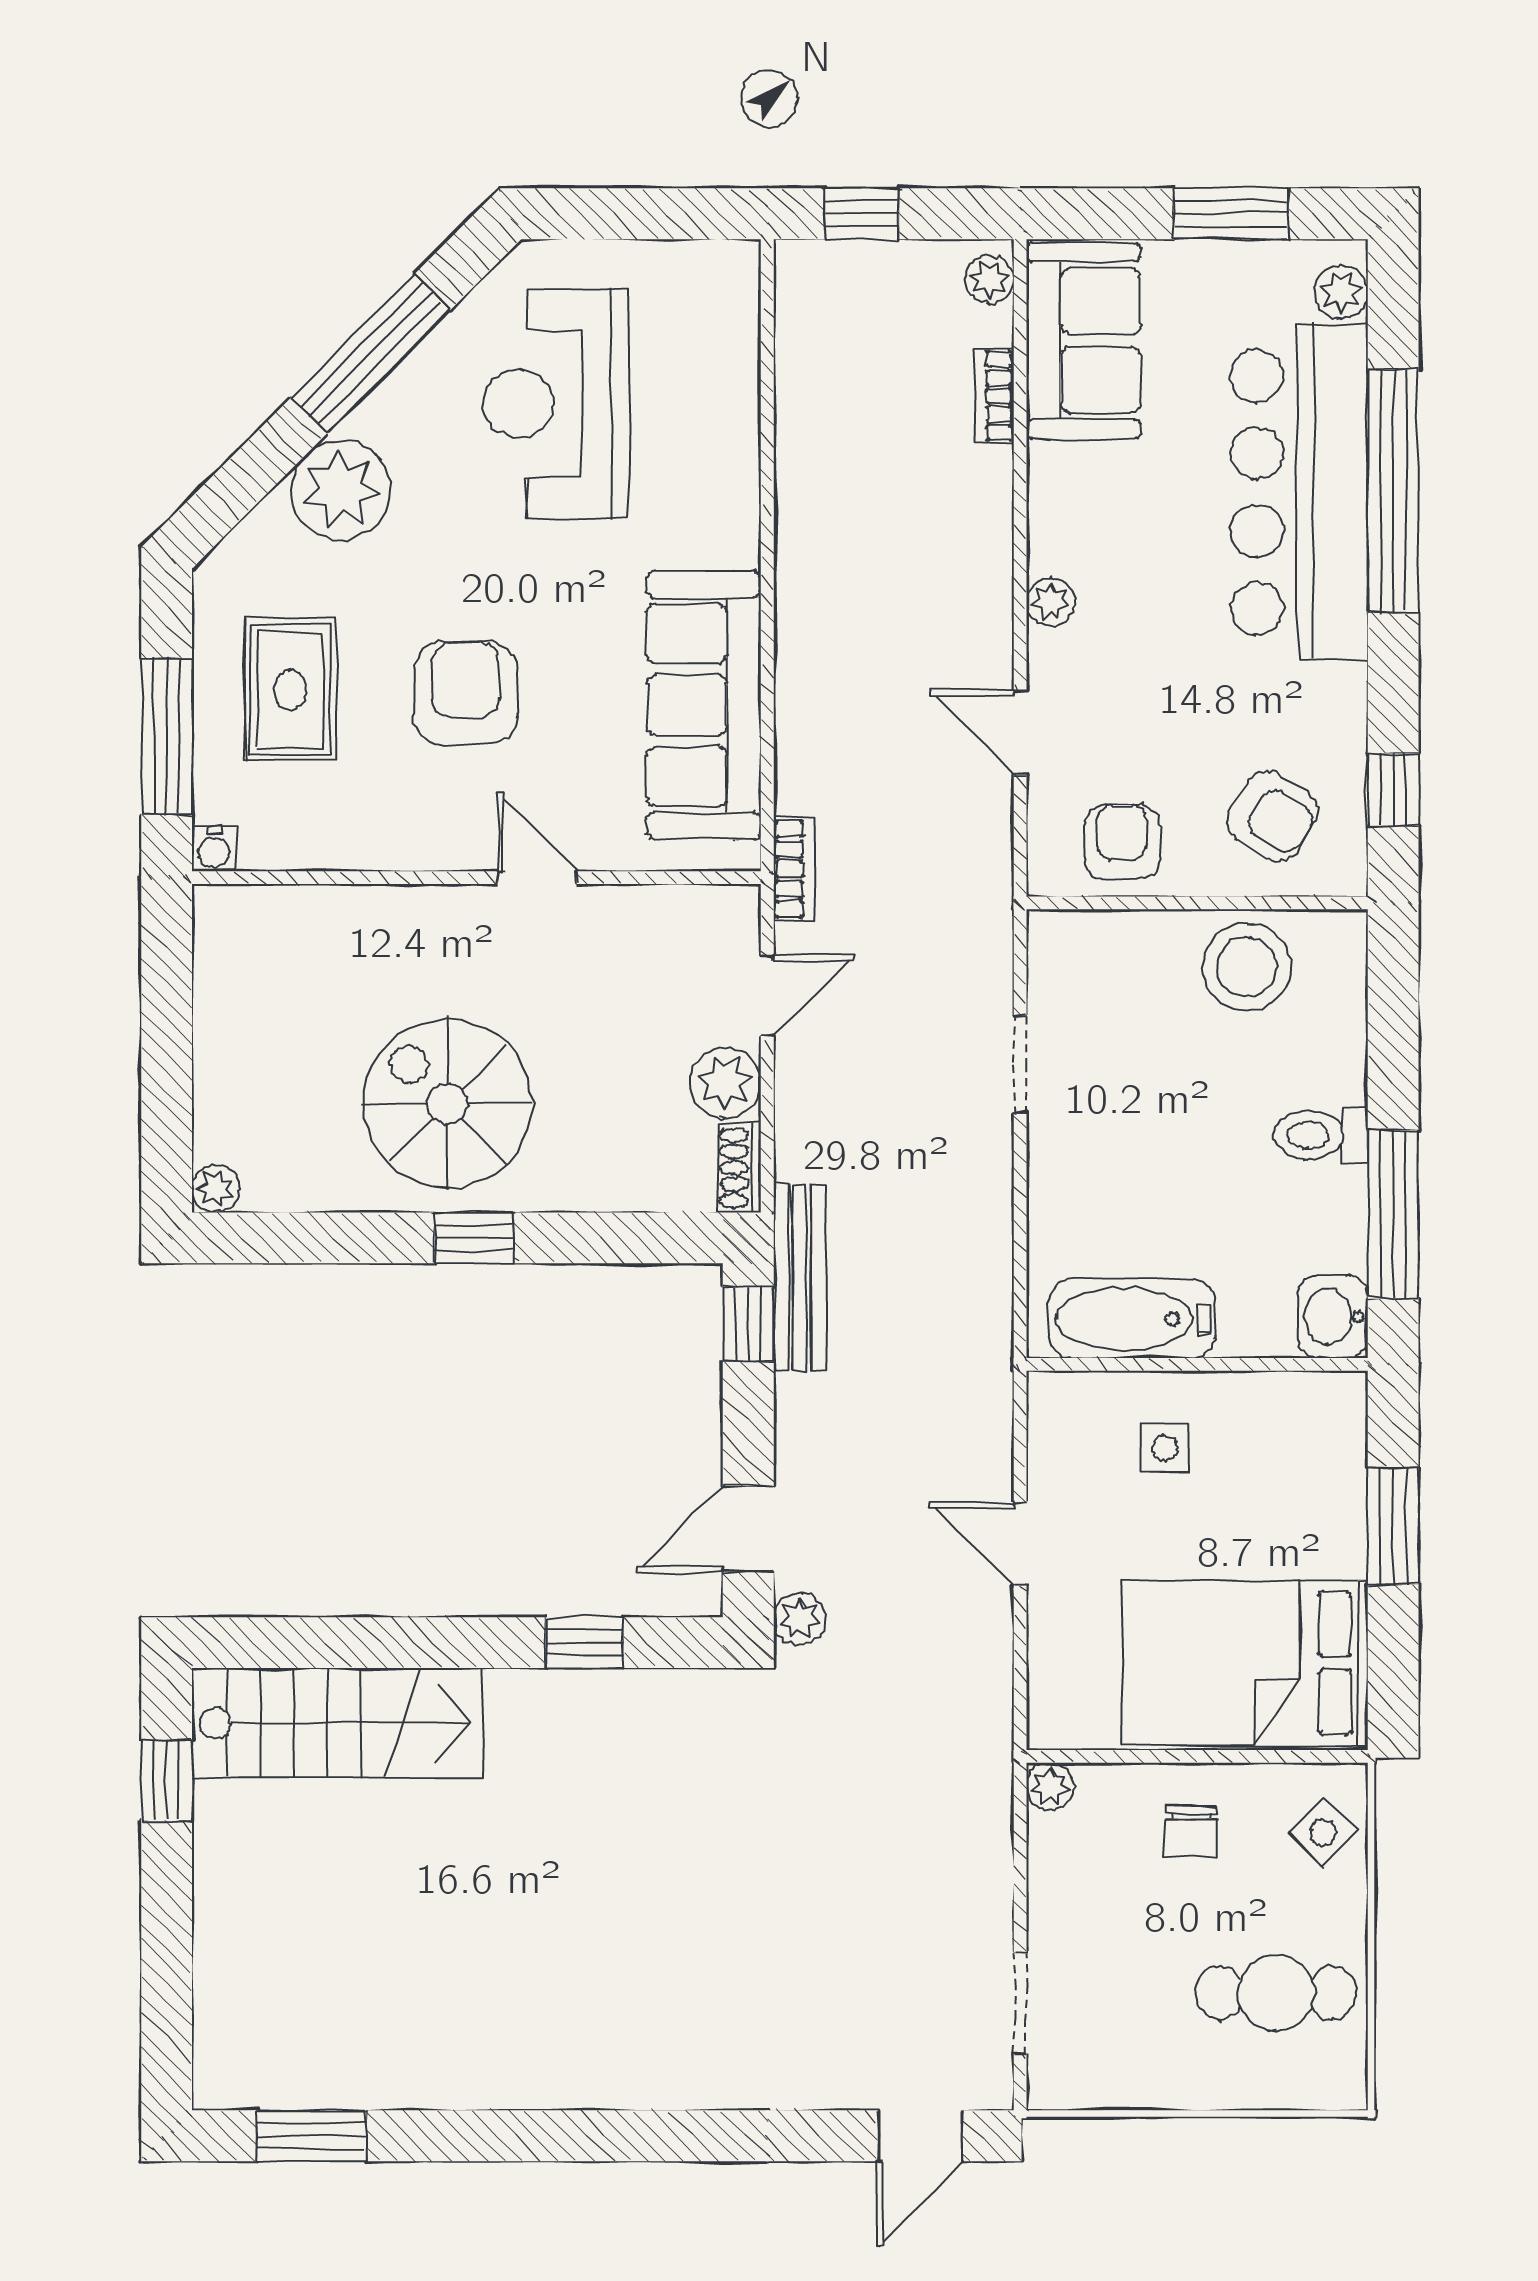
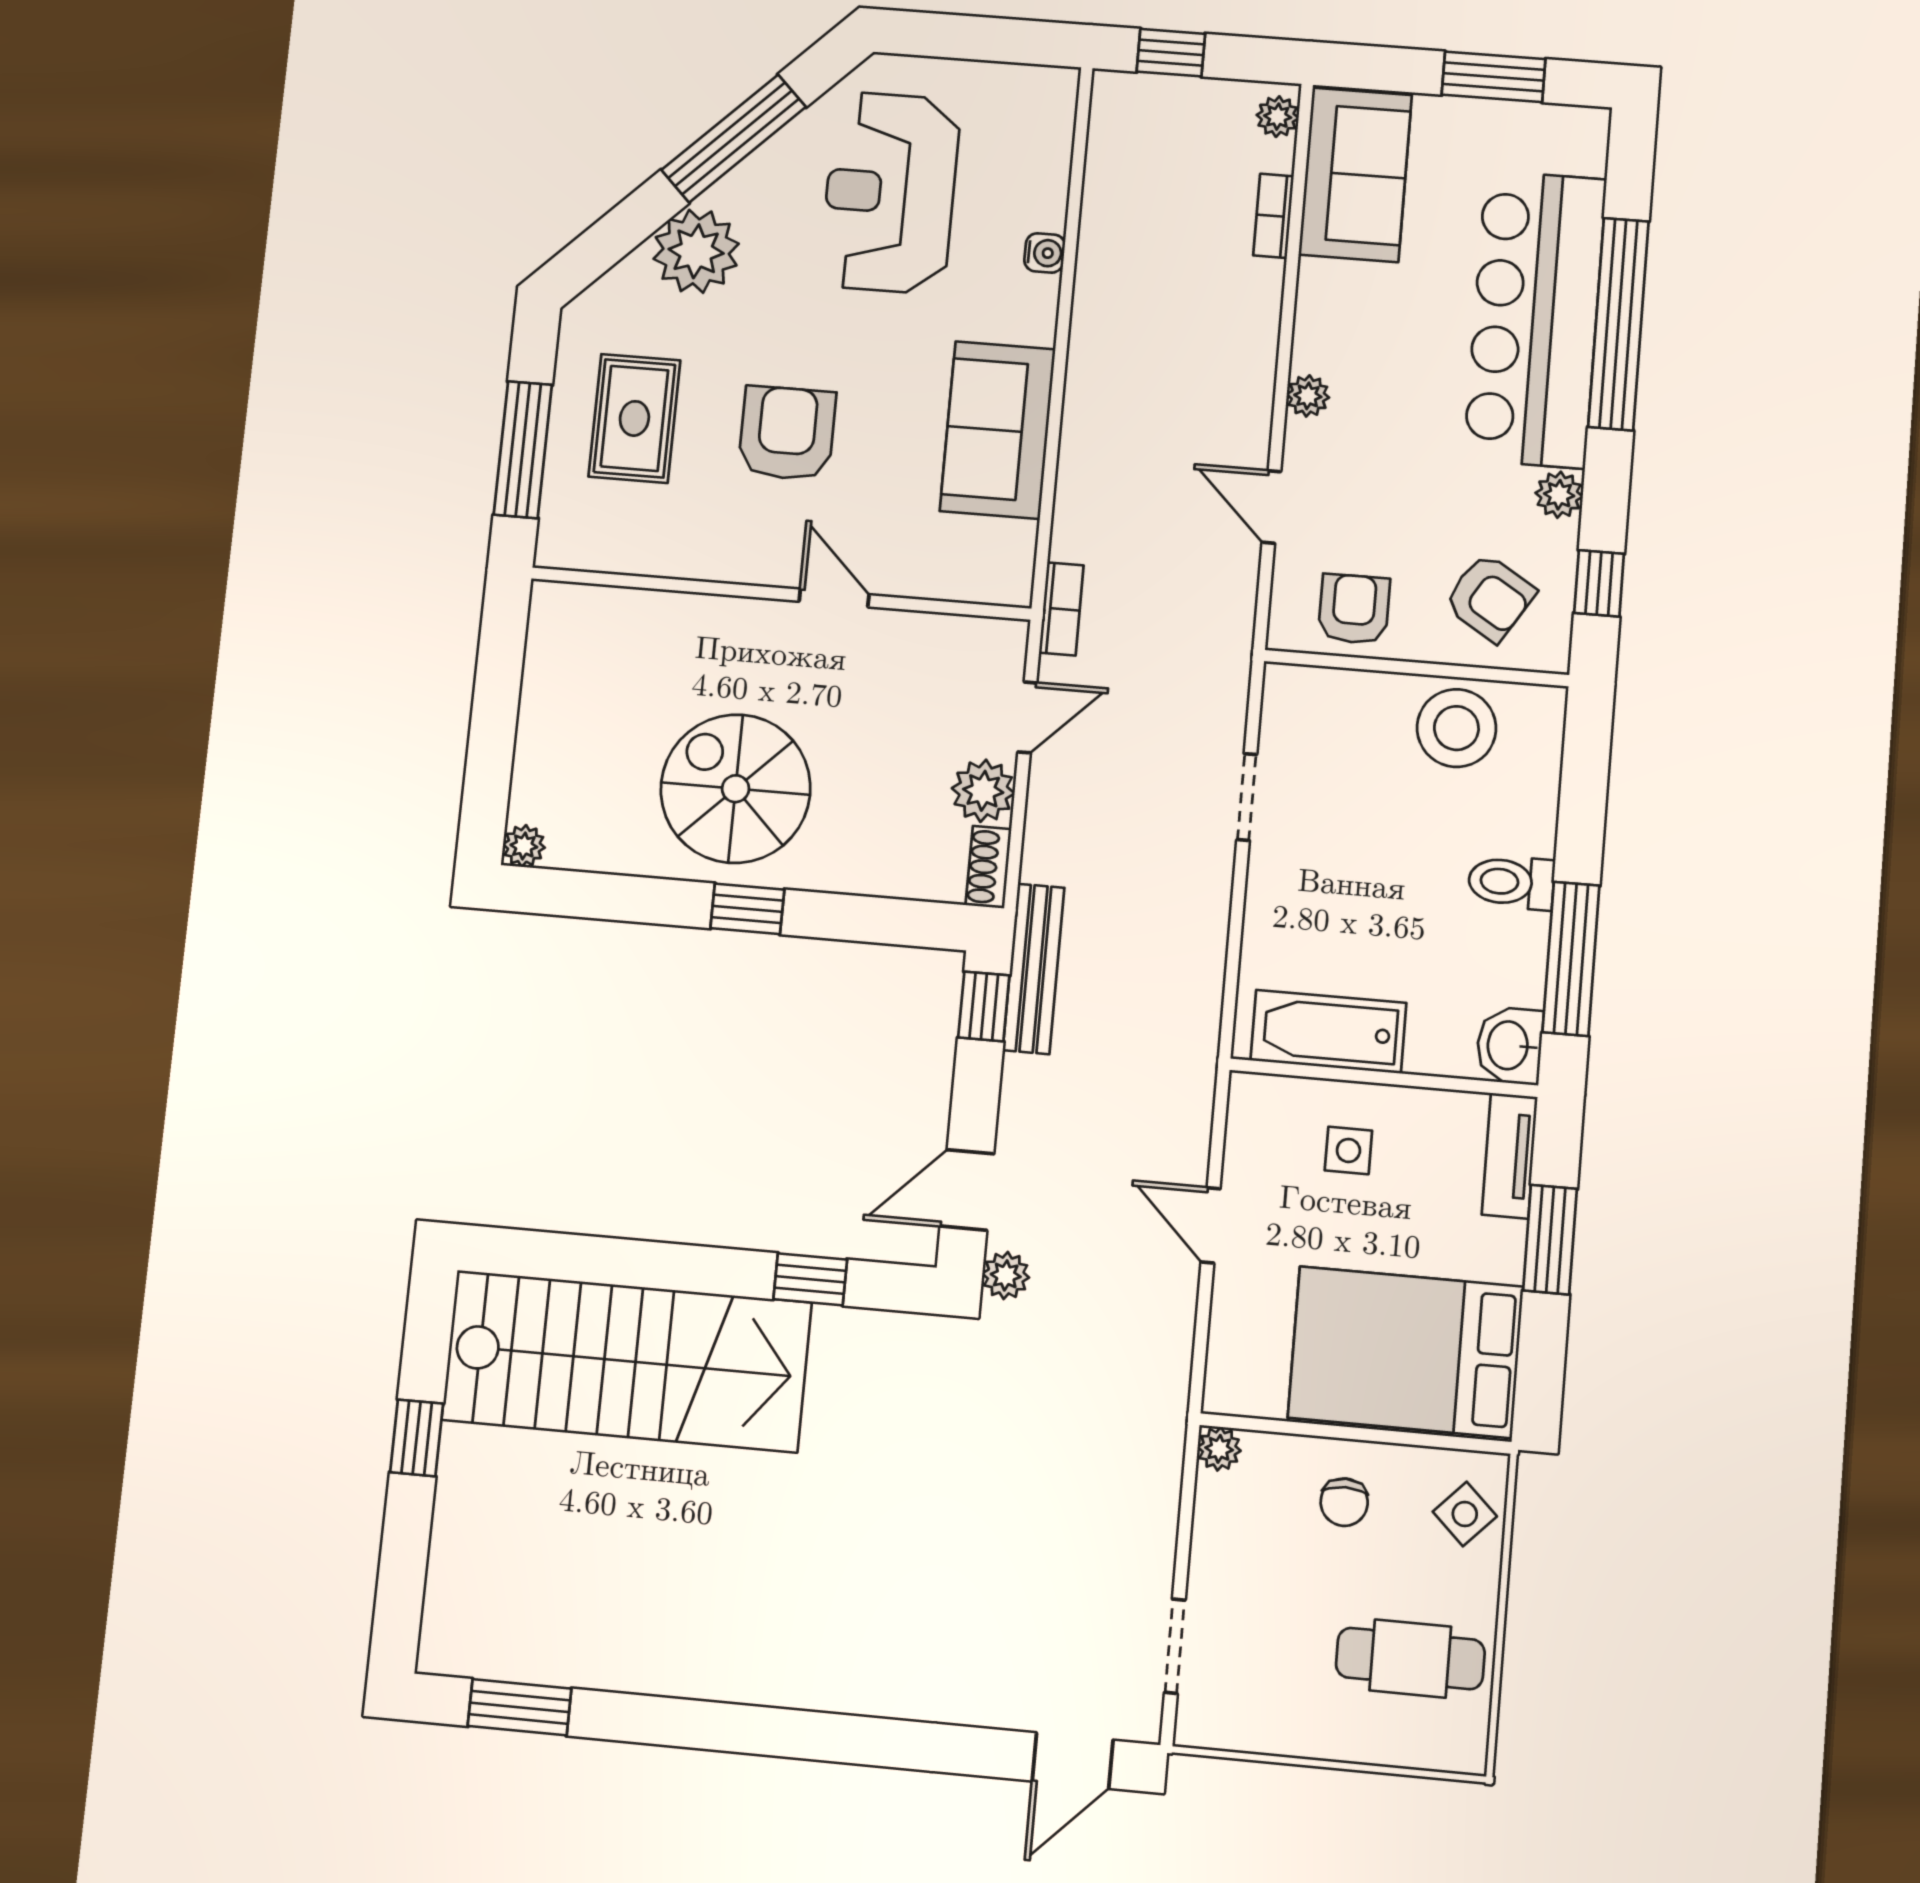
plant: (1341, 292) -> (1559, 495), moved
sofa: (704, 705) -> (998, 430), width x0.73
water cooler: (214, 849) -> (1045, 253), moved, turned -90
tv unit: (1342, 1438) -> (1510, 1156), added
stairs: (337, 1723) -> (627, 1361), width x1.36, depth x1.51
window: (167, 1780) -> (417, 1438), moved

